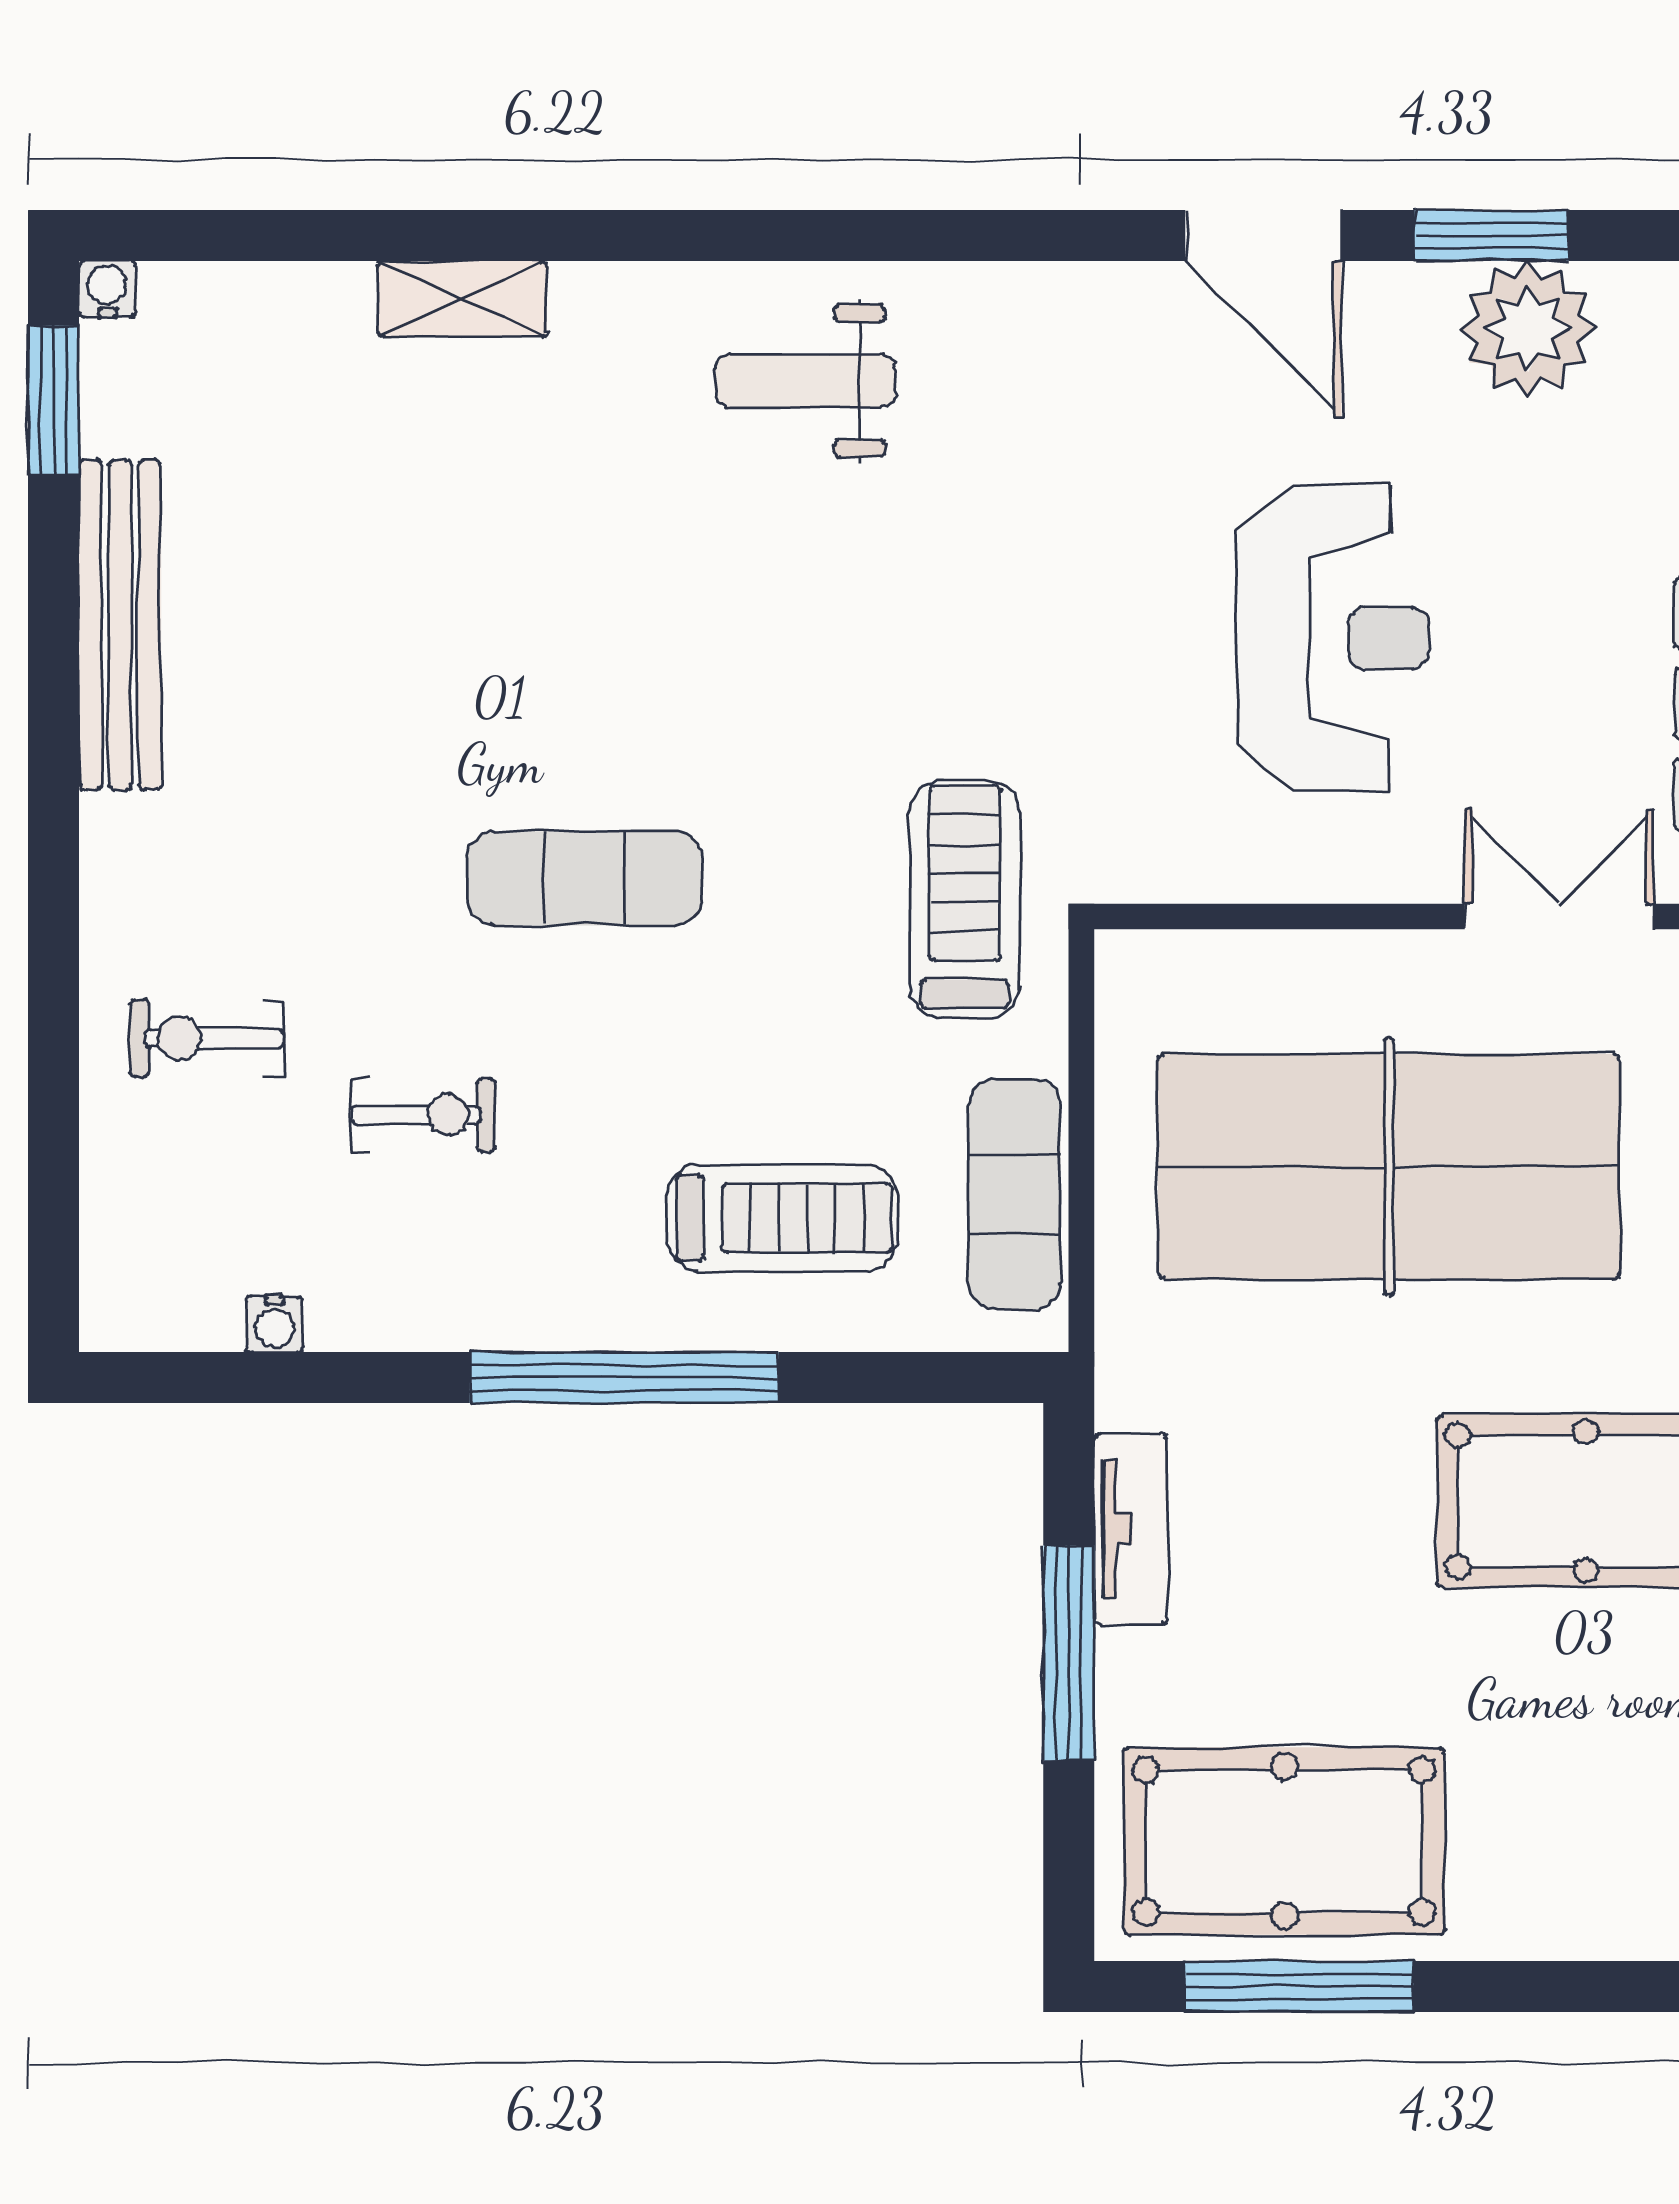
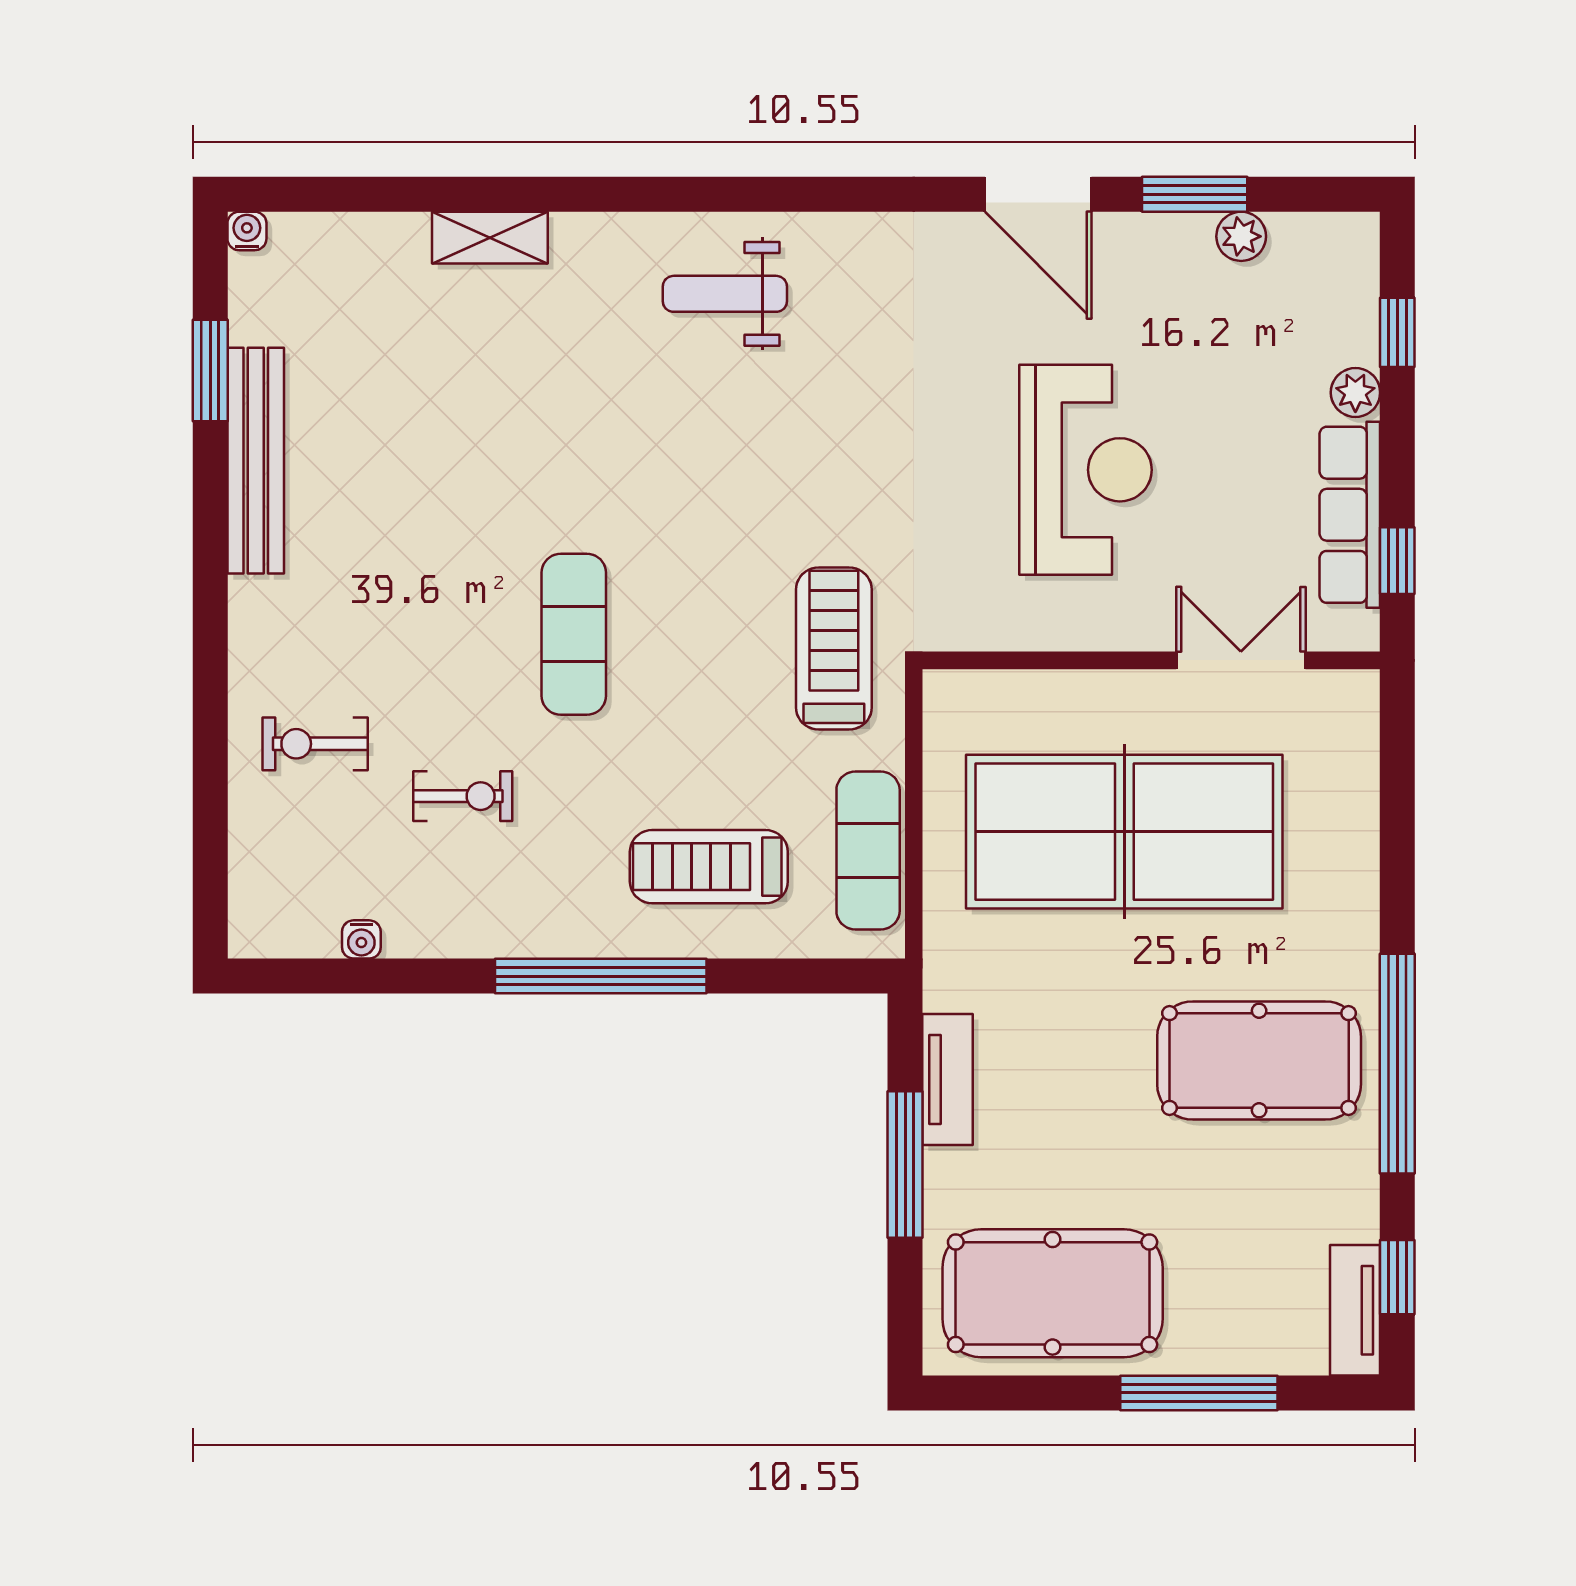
plant: (1528, 329) -> (1241, 236), width x0.53, depth x0.53
window: (54, 400) -> (210, 371), moved
exercise mat: (585, 878) -> (574, 634), turned 90
treadmill: (782, 1218) -> (709, 867), turned 180
window: (1299, 1987) -> (1199, 1393), moved

